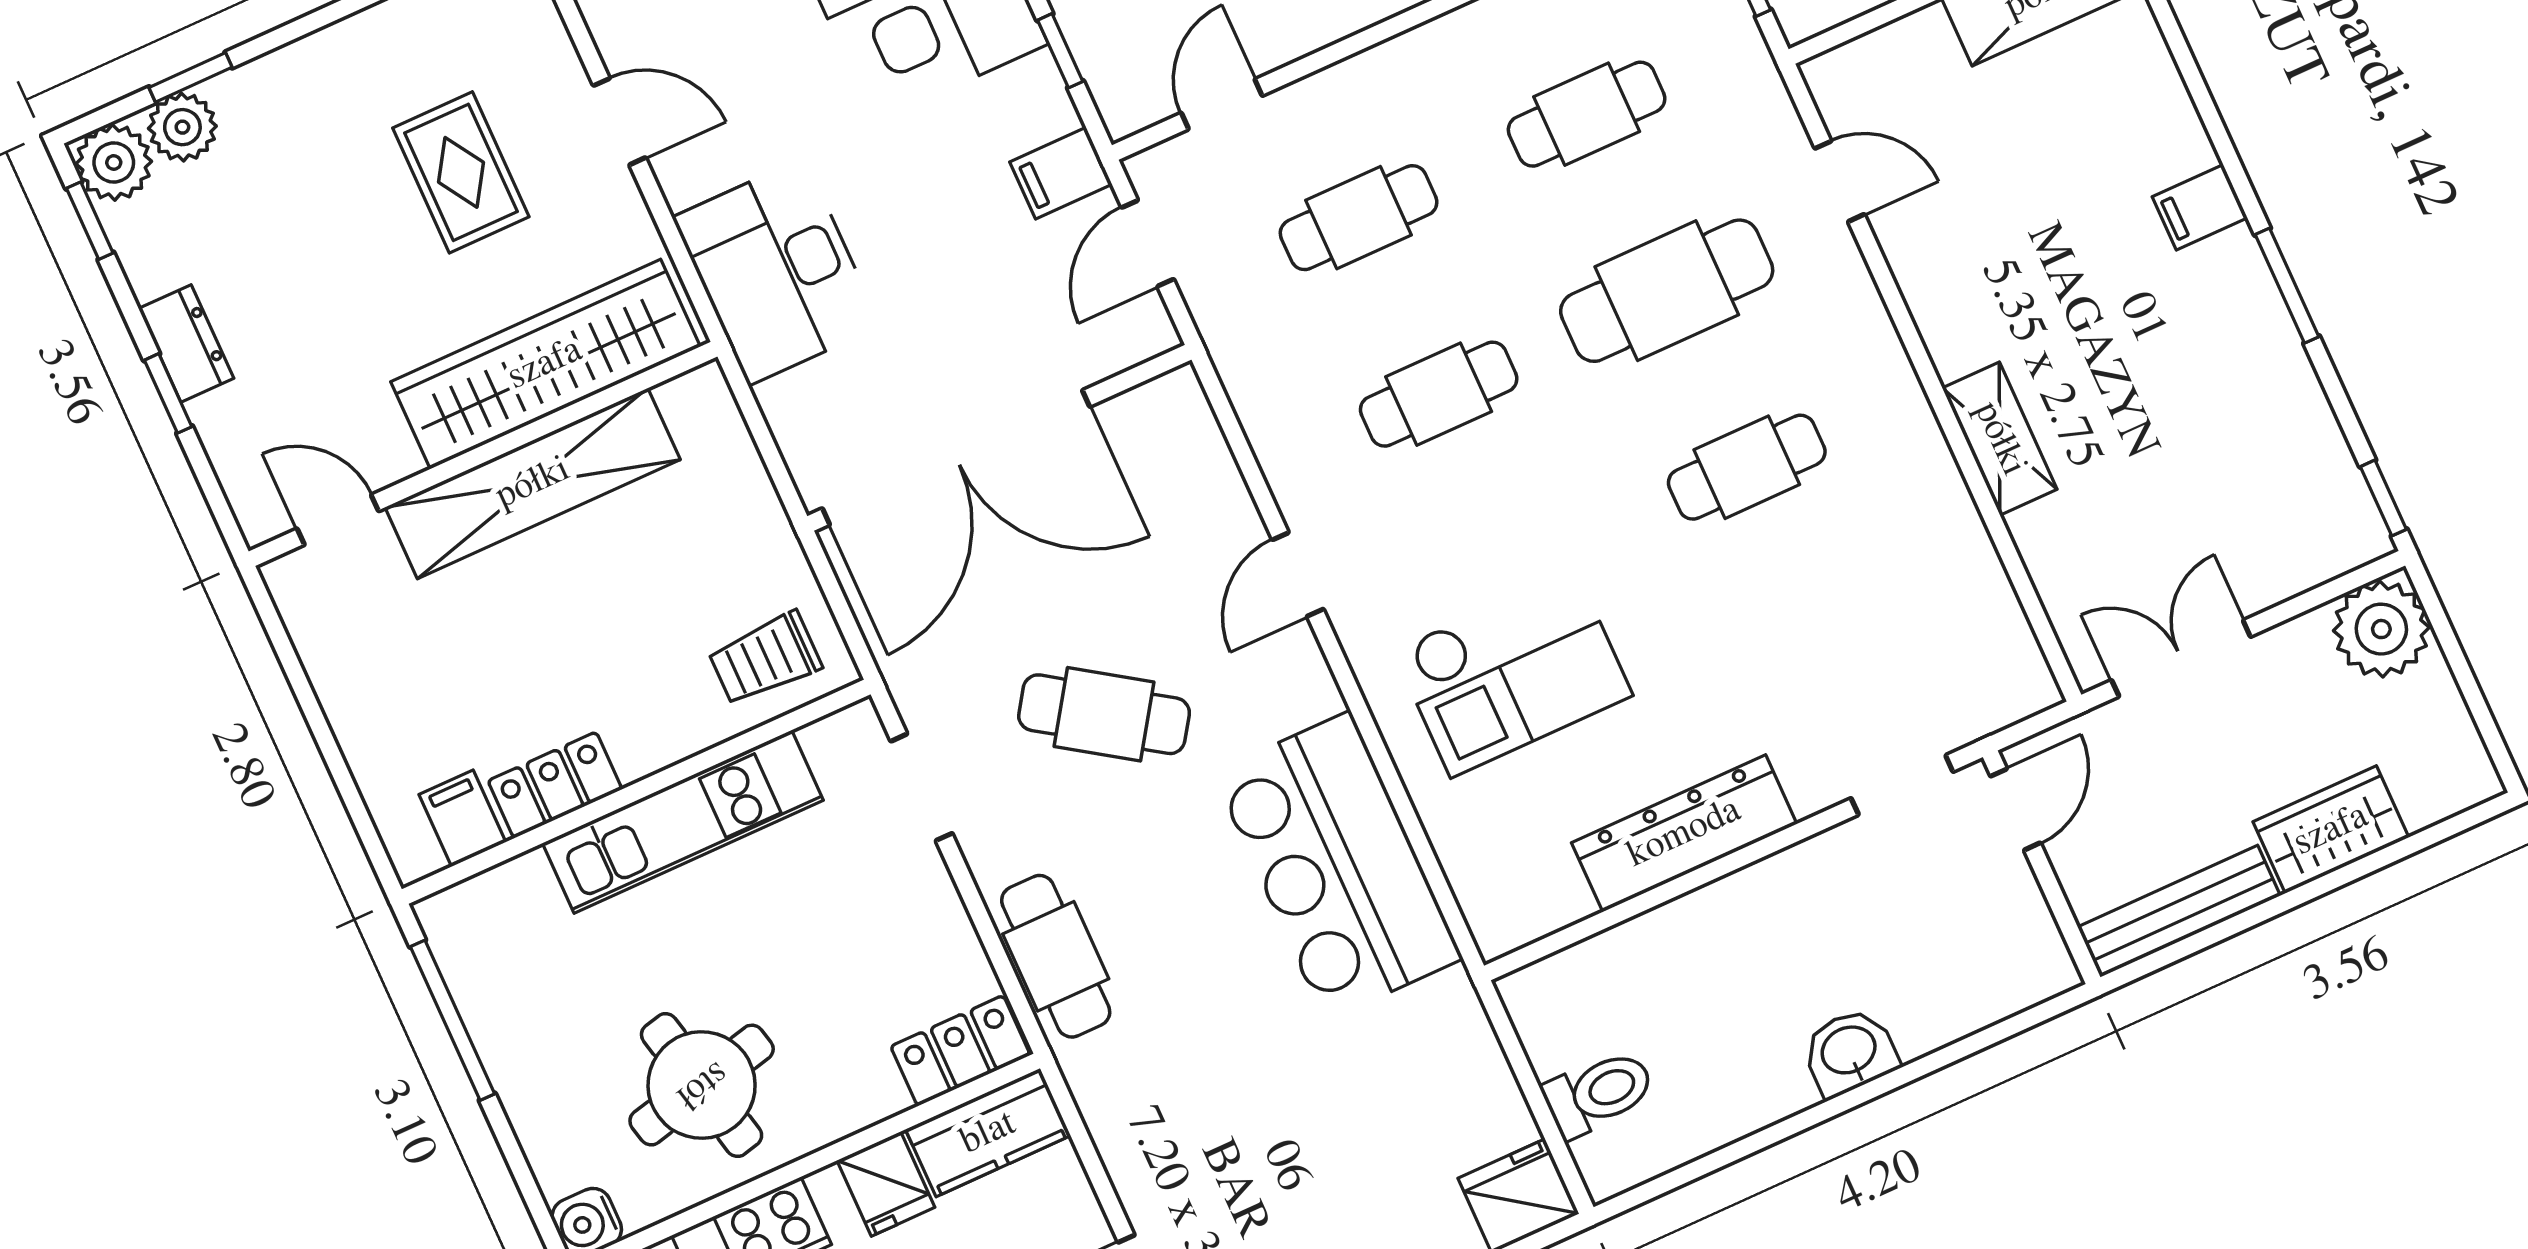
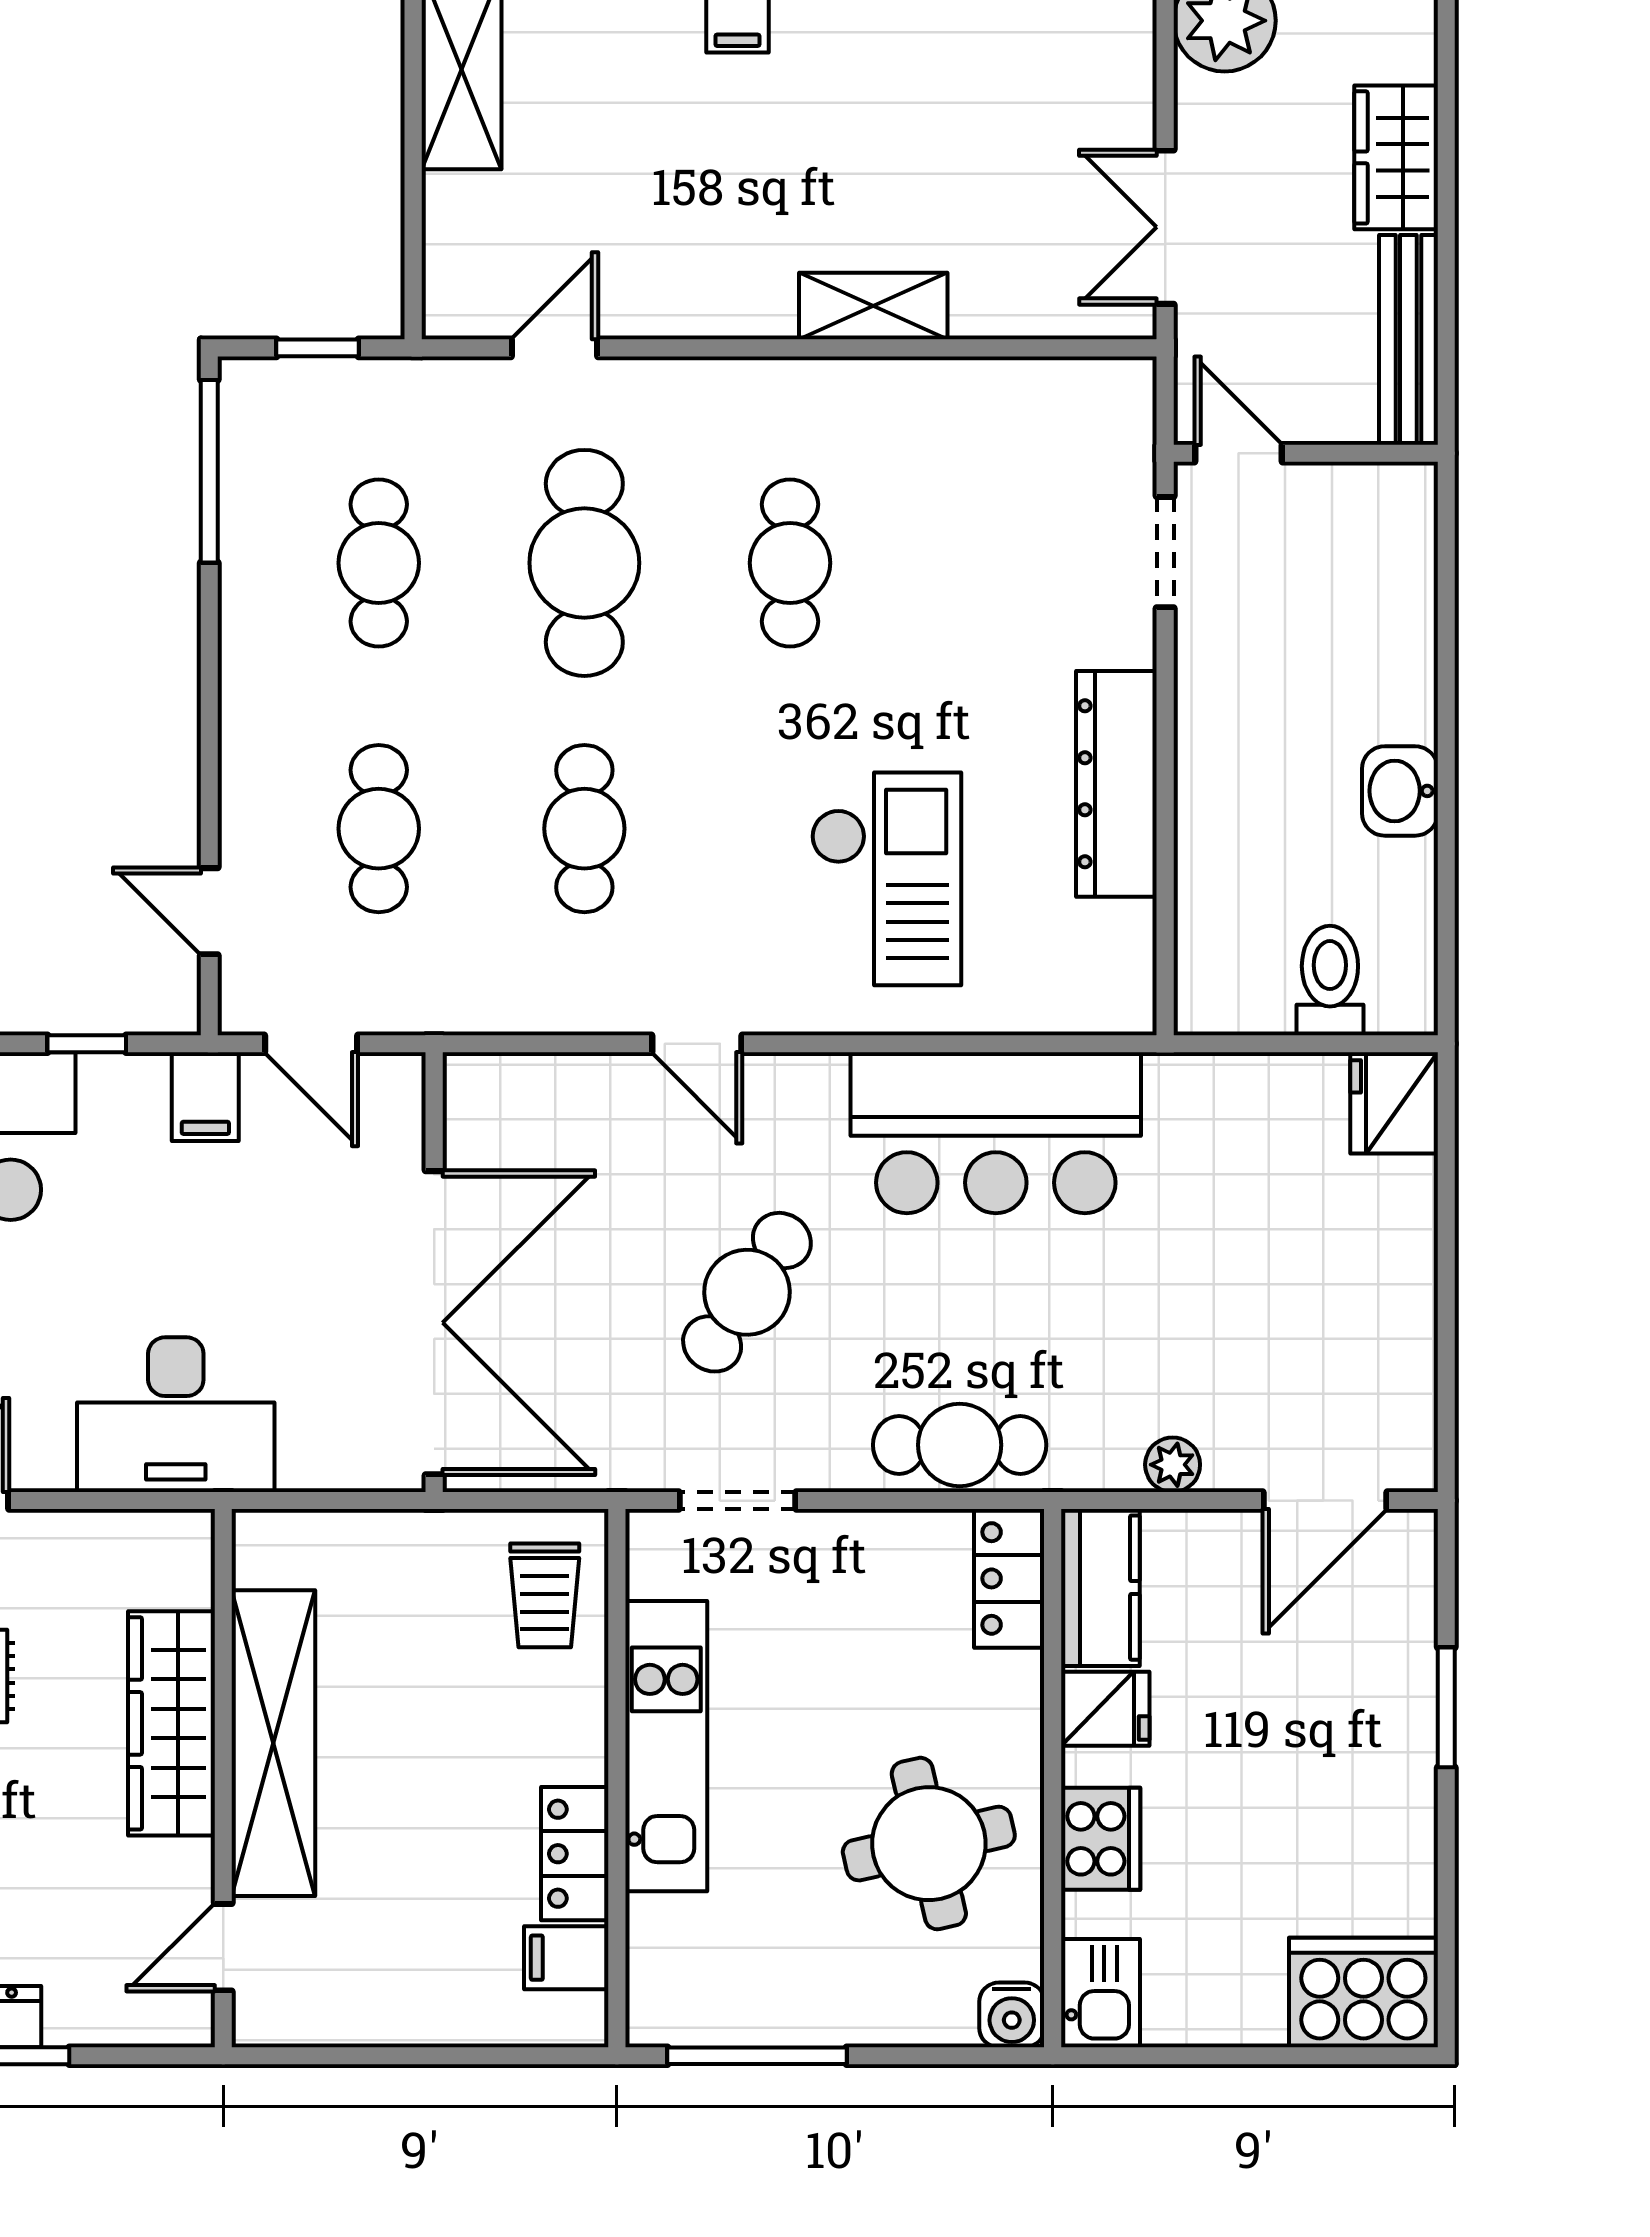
wardrobe: (545, 364) -> (171, 1723), width x0.71, depth x0.85
washbasin: (1849, 1052) -> (1400, 791), moved
plant: (1122, 1147) -> (1173, 1465), added

